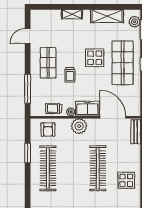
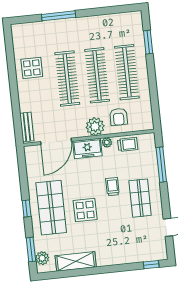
window: (45, 7) -> (151, 265), added
shelving: (72, 14) -> (118, 259), removed
door: (113, 117) -> (56, 141), hinge flipped
armchair: (48, 130) -> (118, 117), moved, turned 180
window: (28, 153) -> (148, 42), moved
clothes rail: (73, 168) -> (97, 75), added

